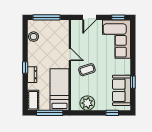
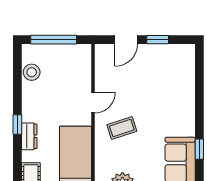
window: (118, 17) -> (158, 40), moved
corner sofa: (116, 39) -> (172, 76), removed
door: (70, 55) -> (93, 103), hinge flipped

